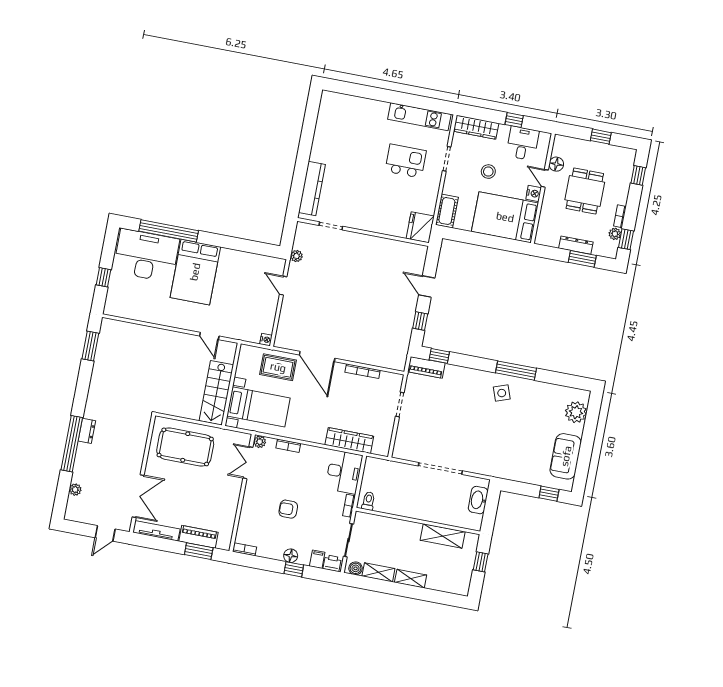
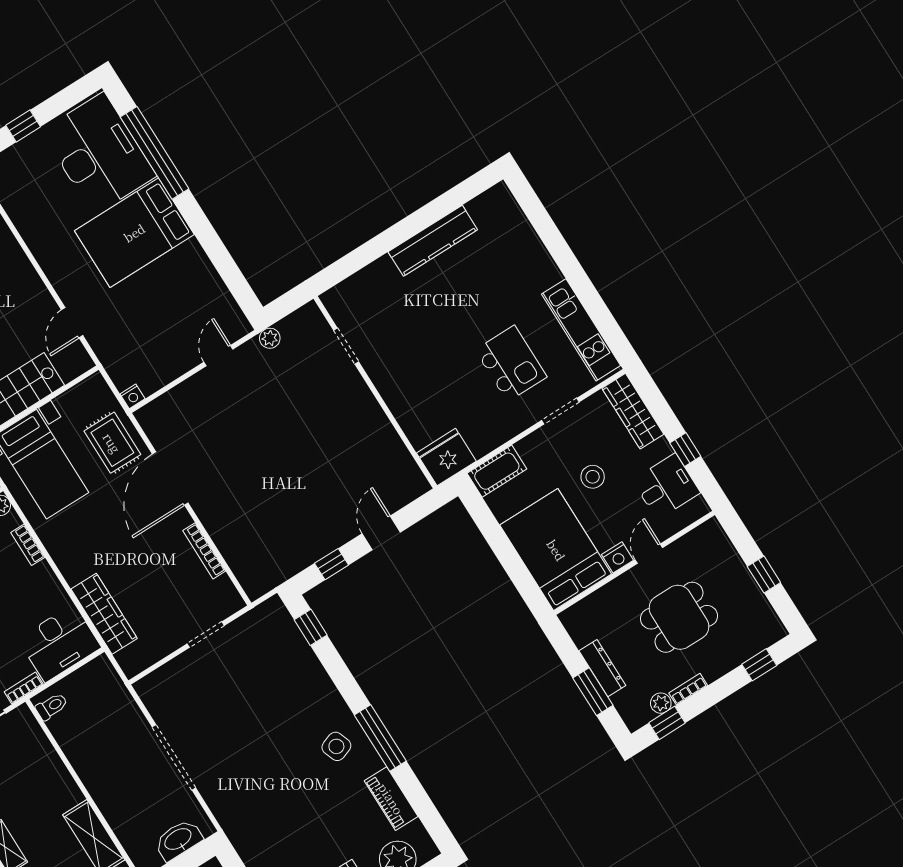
floor lamp: (556, 164) -> (679, 552), removed
kitchen counter: (312, 188) -> (433, 241), moved
piano: (426, 367) -> (391, 799), moved

